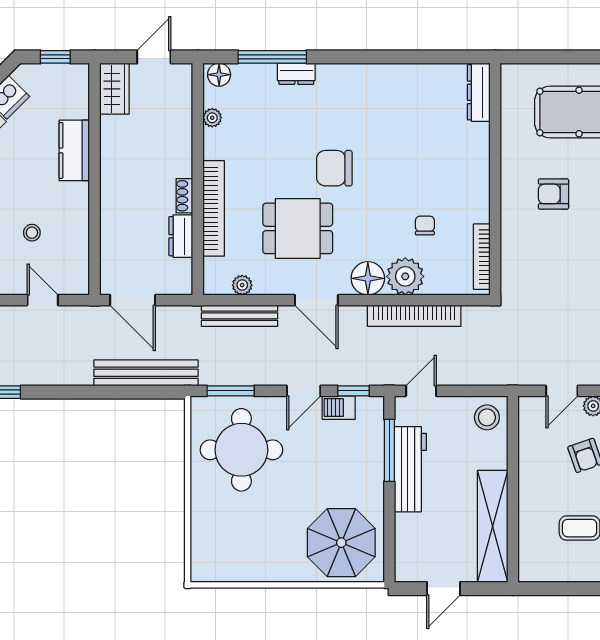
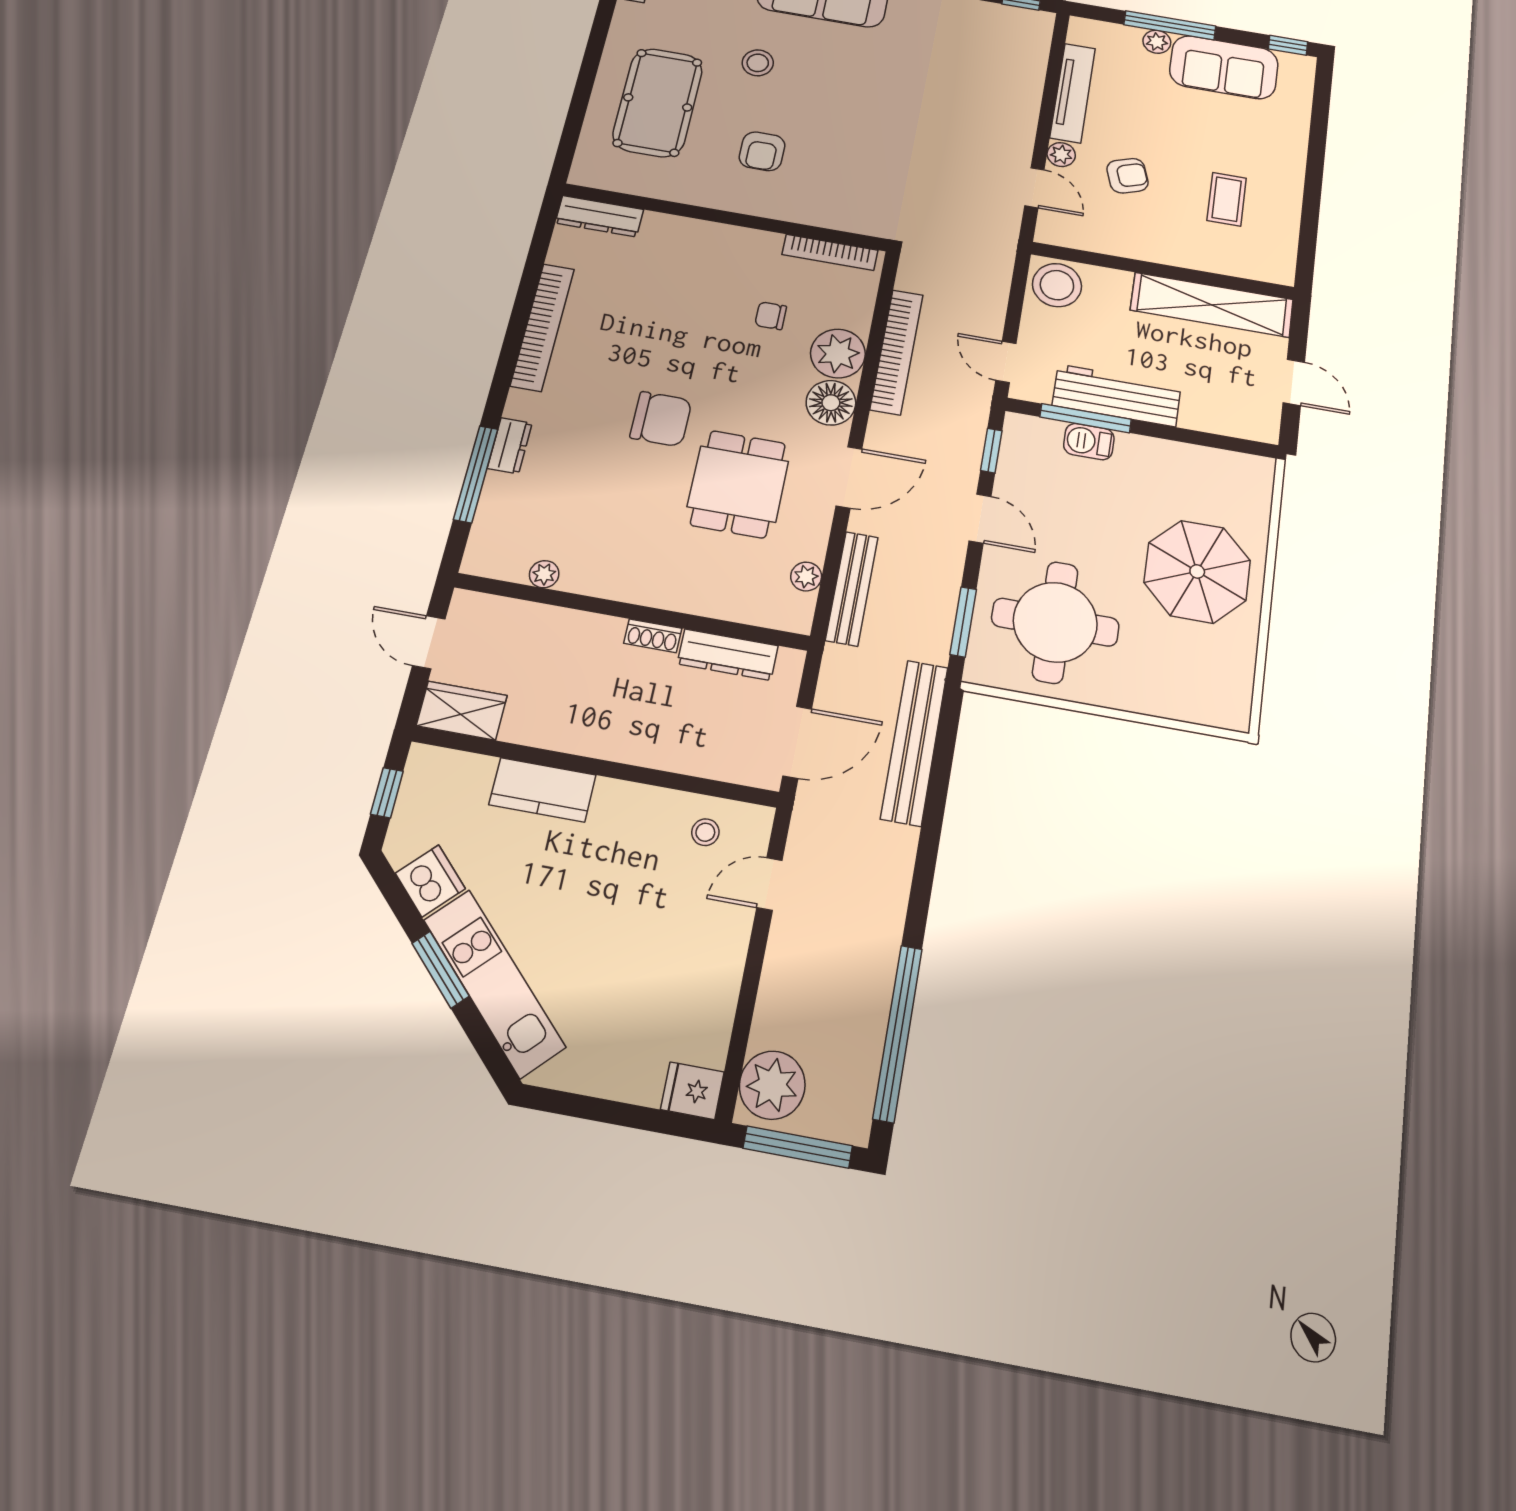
floor lamp: (219, 75) -> (482, 553), removed
chair: (334, 168) -> (661, 419), turned -90
bookcase: (214, 208) -> (542, 327), moved, turned 90
stool: (32, 233) -> (705, 832), moved
dresser: (181, 236) -> (728, 655), width x1.44
barbecue: (339, 408) -> (1089, 442), moved, turned 90
stool: (487, 417) -> (1057, 285), width x1.38, depth x1.38
parasol: (341, 543) -> (1197, 571), moved

